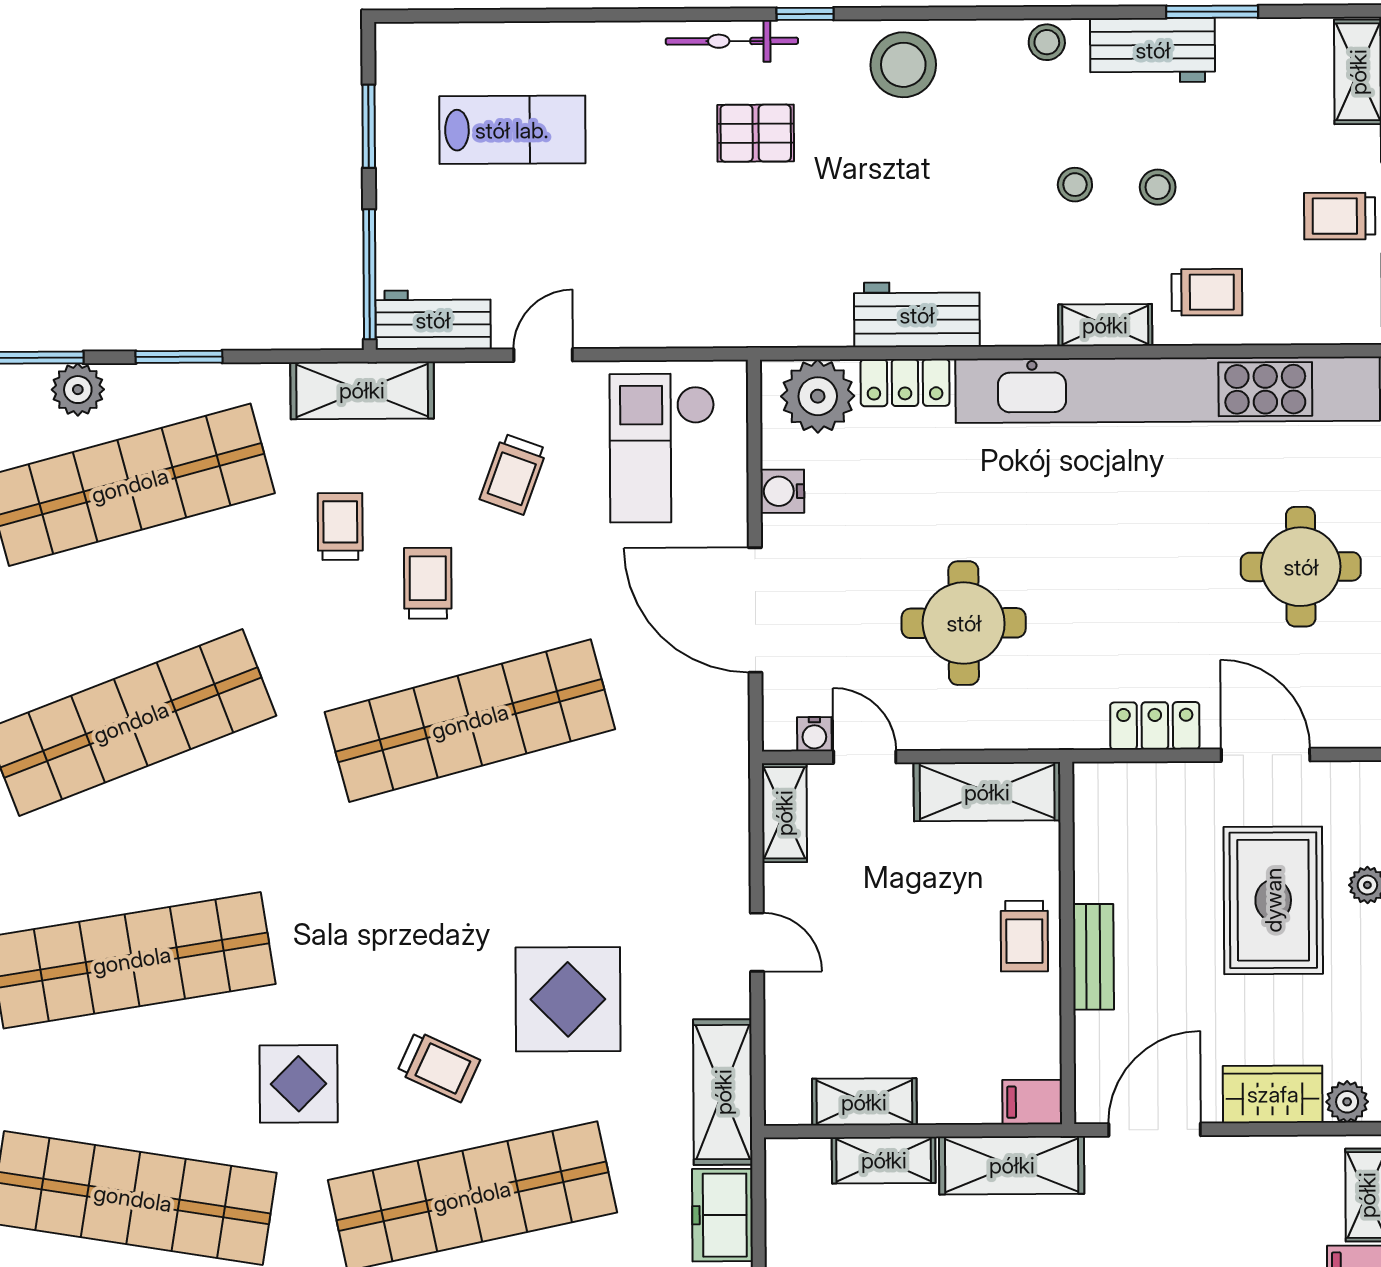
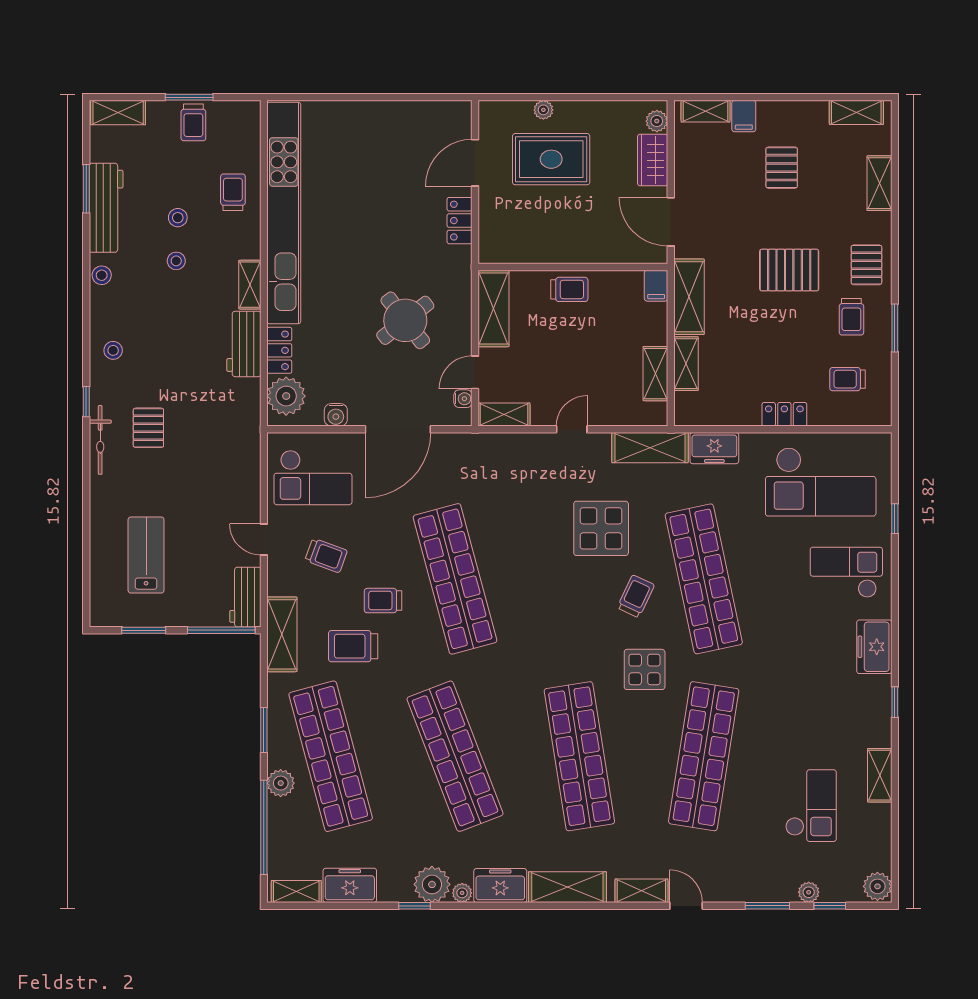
workbench: (1153, 50) -> (106, 208), width x1.38
stool: (903, 65) -> (113, 350), width x0.53, depth x0.53
shelving: (1105, 325) -> (250, 285), moved
trolley: (340, 527) -> (353, 646), width x1.36, depth x1.39
round table: (1301, 567) -> (377, 144), removed
round table: (964, 623) -> (405, 320), turned -38
bench: (1093, 957) -> (580, 253), removed

